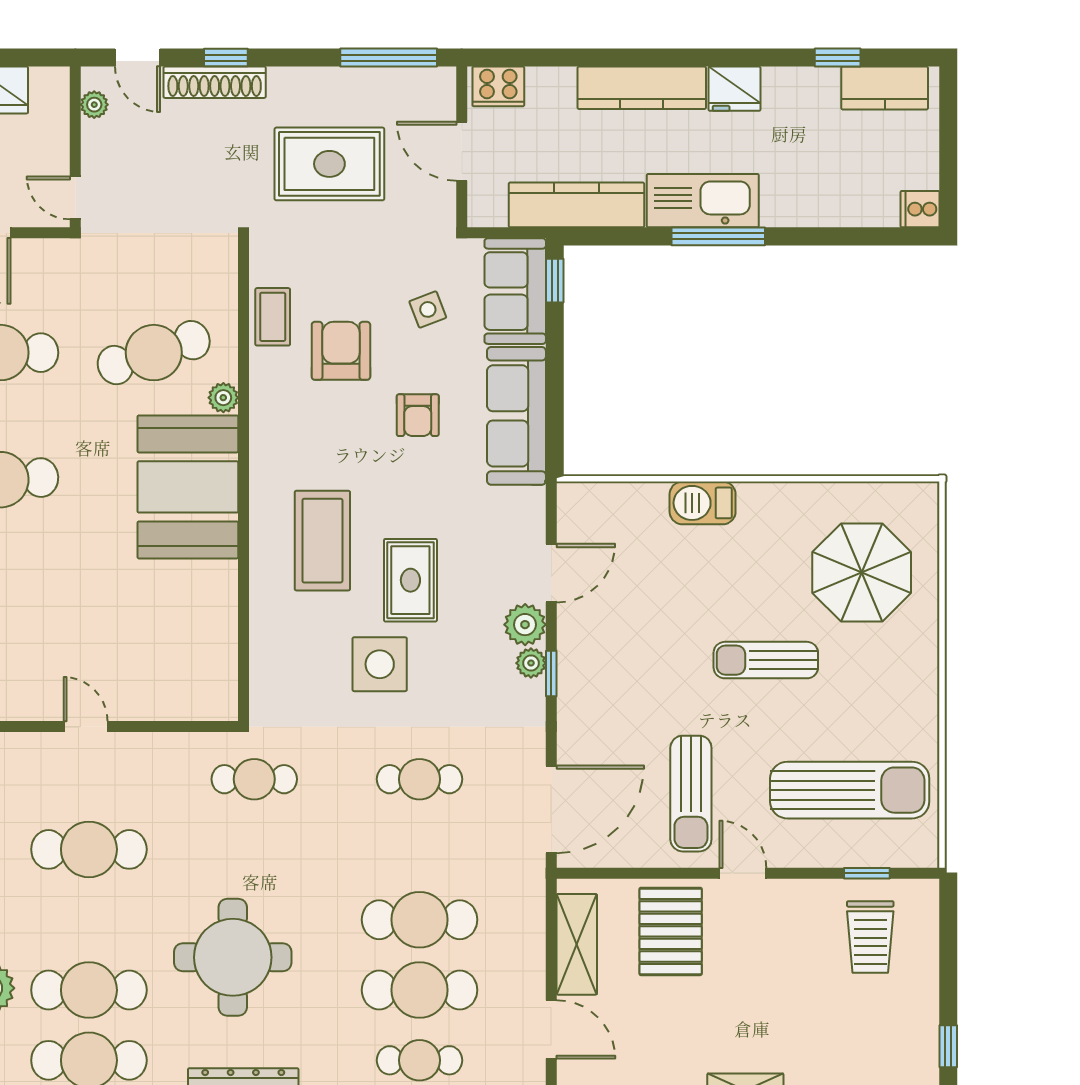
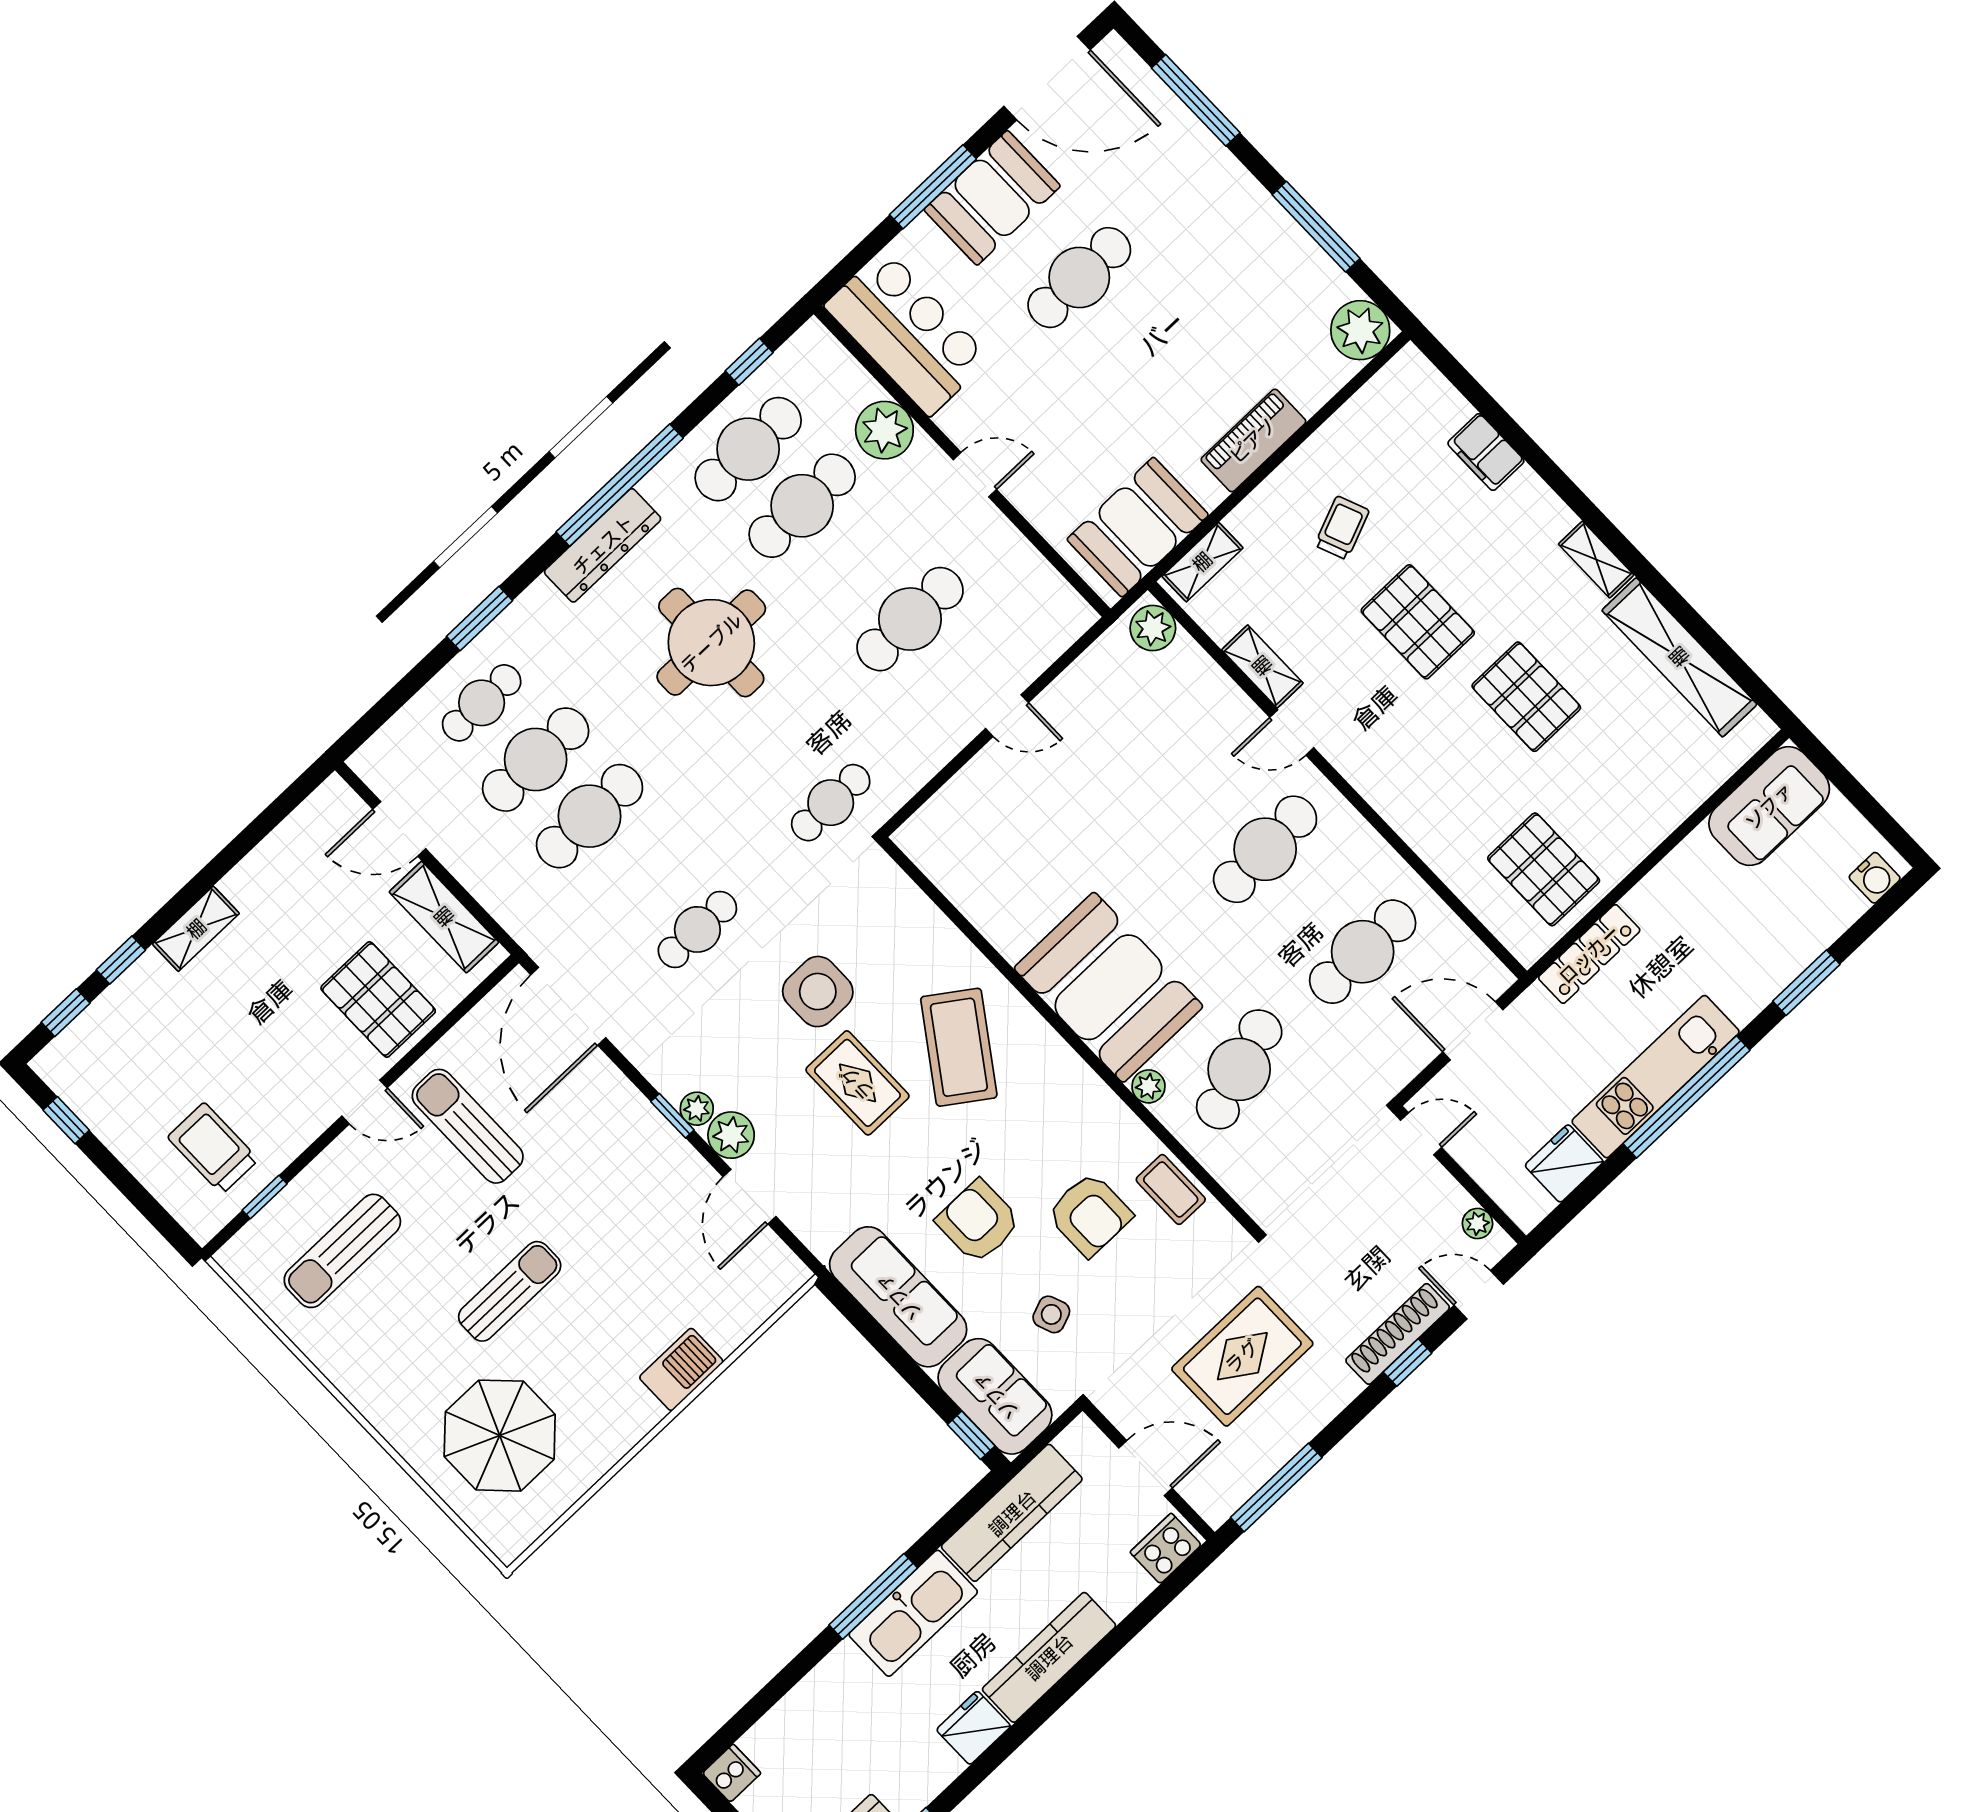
armchair: (418, 415) -> (978, 1222), width x1.38, depth x1.38
coffee table: (322, 541) -> (959, 1047), turned 35
sun lounger: (850, 790) -> (342, 1251), width x0.73, depth x0.75

